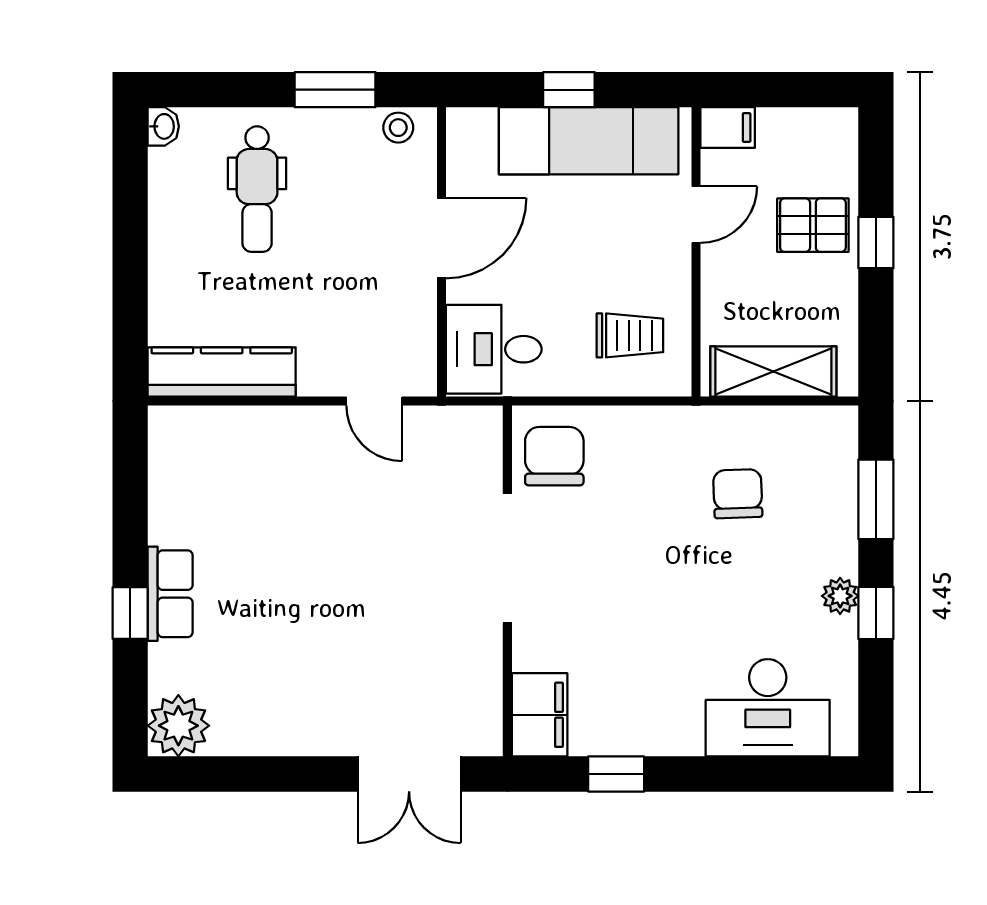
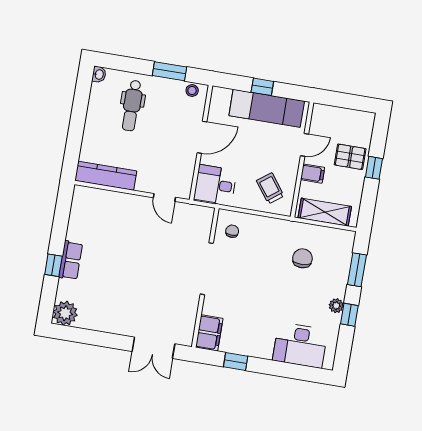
filing cabinet: (728, 128) -> (313, 174), moved
trolley: (630, 335) -> (270, 188), turned -127
chair: (554, 456) -> (232, 231), width x0.54, depth x0.54

